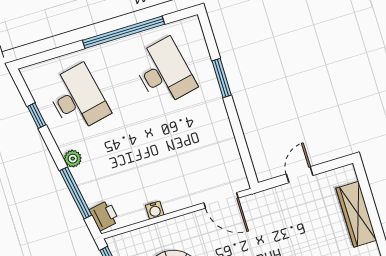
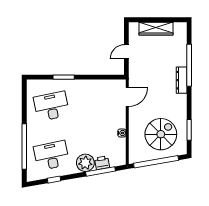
window: (124, 32) -> (24, 147), moved
plant: (73, 159) -> (85, 163), width x1.88, depth x1.88
door: (300, 175) -> (126, 52), hinge flipped
printer: (104, 216) -> (102, 163), moved

